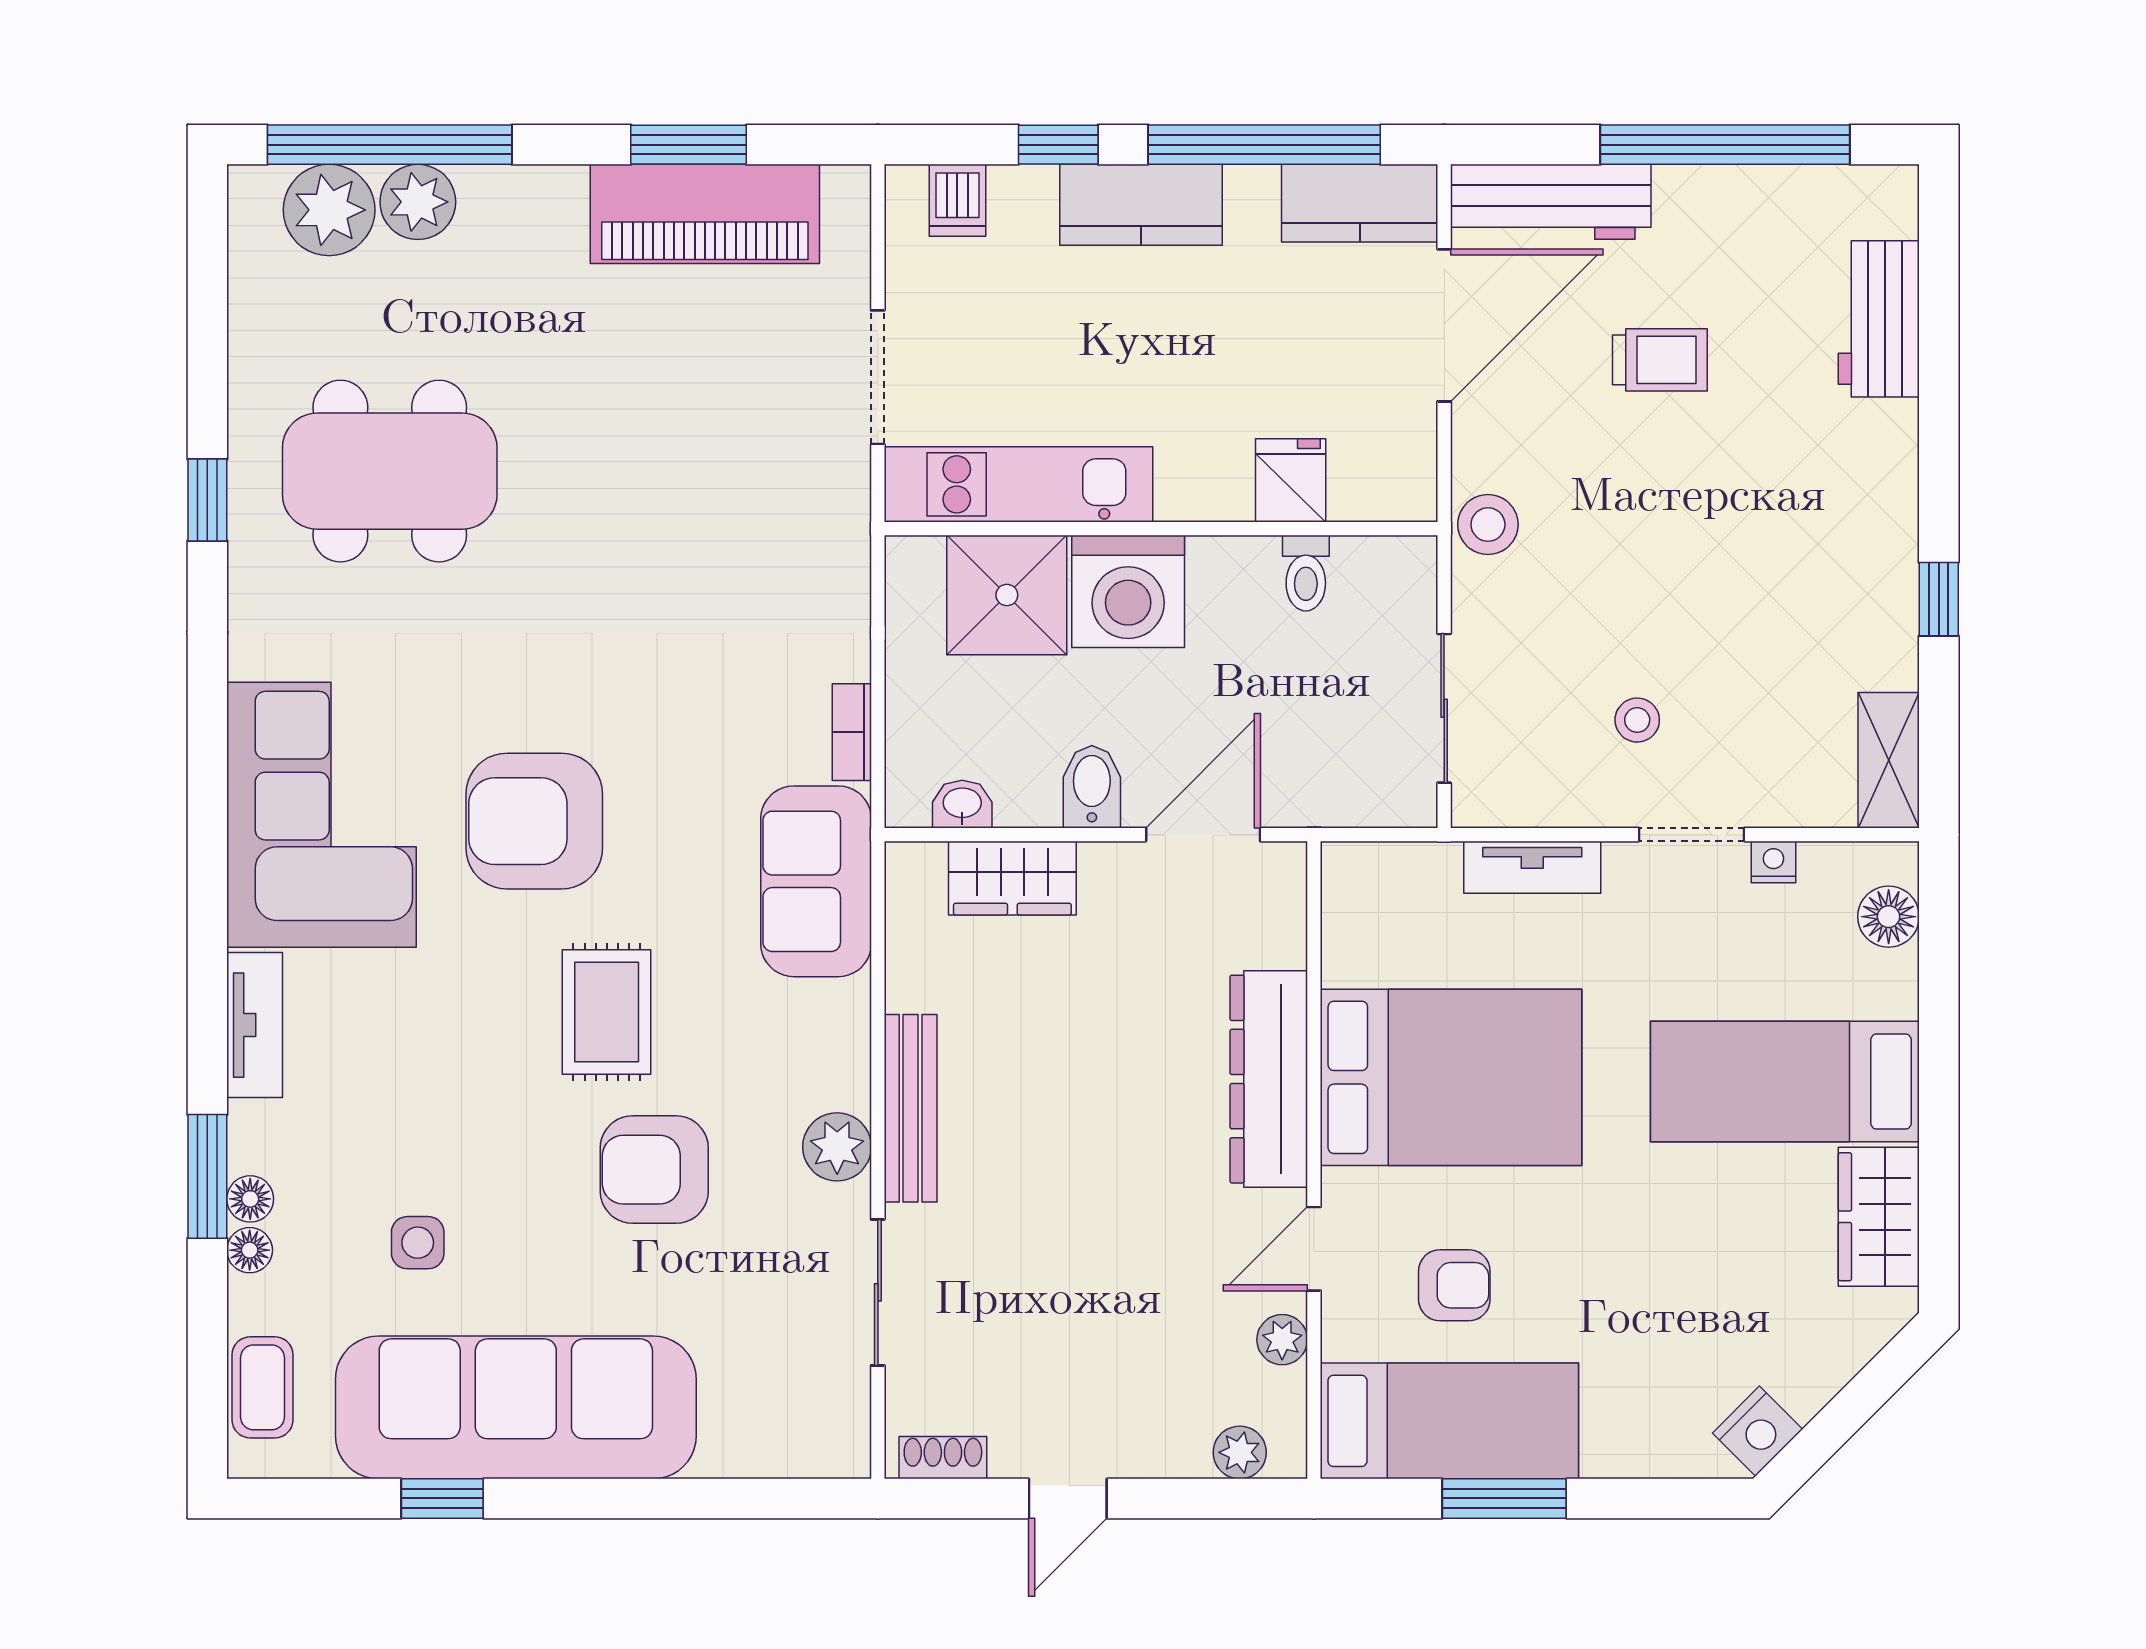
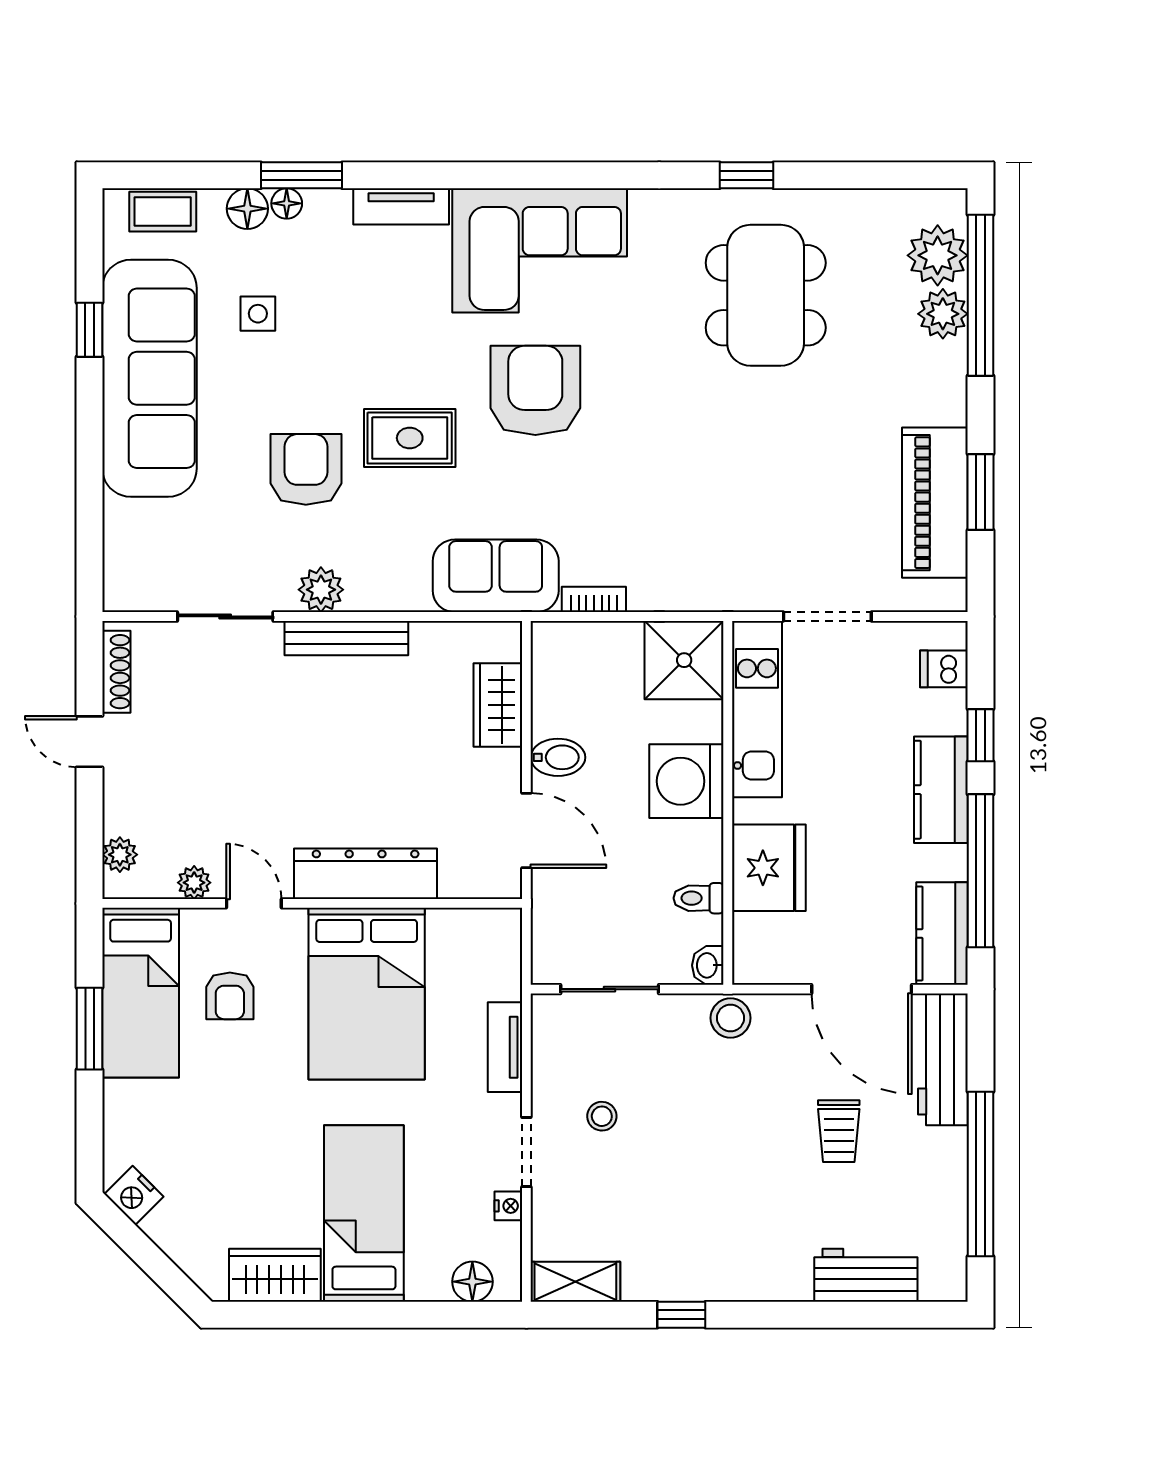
fridge: (1291, 480) -> (769, 868), width x1.88, depth x1.34
shower: (1007, 595) -> (684, 660), moved
washbasin: (962, 804) -> (708, 965), moved, turned 180
floor lamp: (250, 1250) -> (247, 209), width x1.37, depth x1.37
shoe rack: (943, 1458) -> (116, 672), width x1.43

